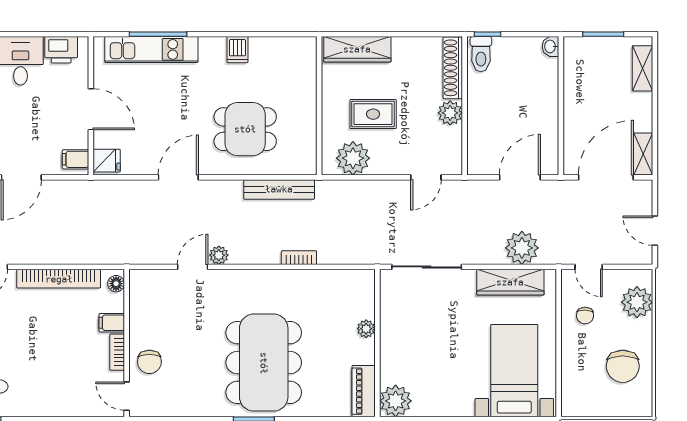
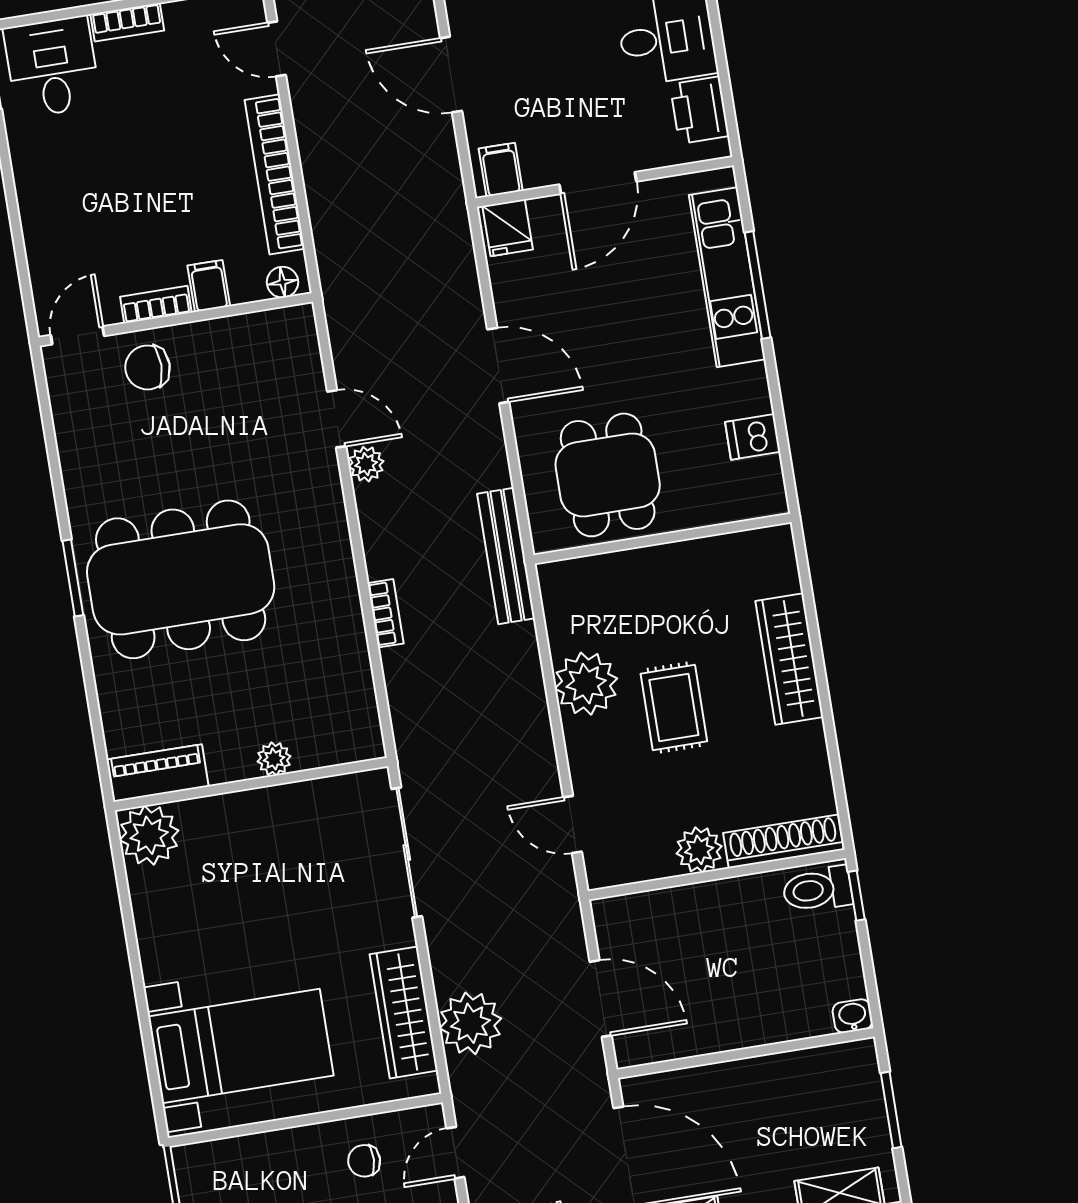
wall: (319, 106) -> (662, 539), moved

